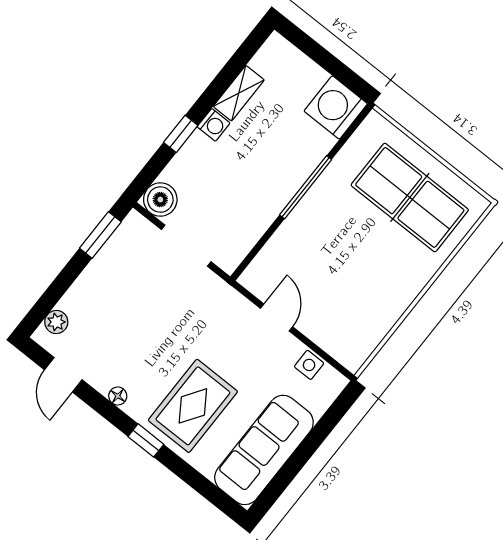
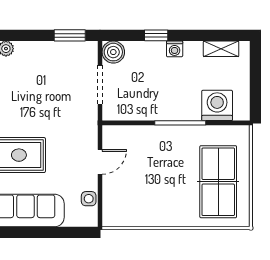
shelving: (239, 93) -> (221, 49), moved
washing machine: (336, 107) -> (217, 105), moved

